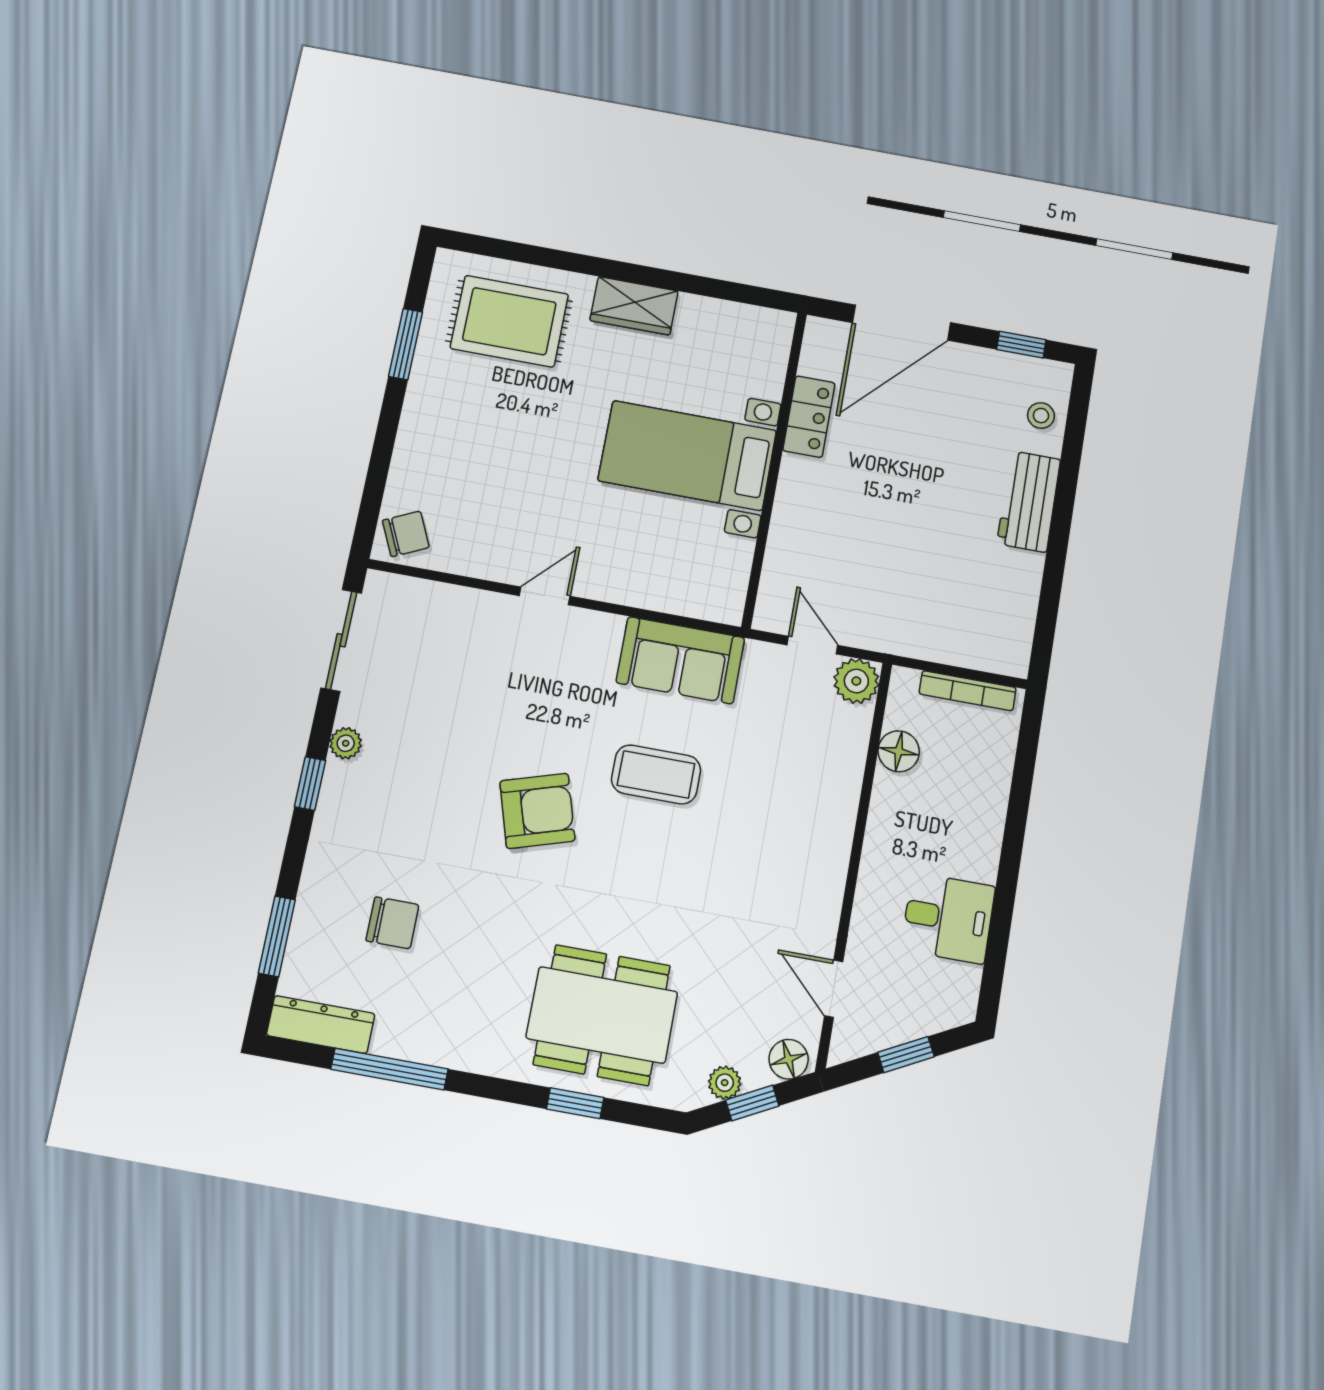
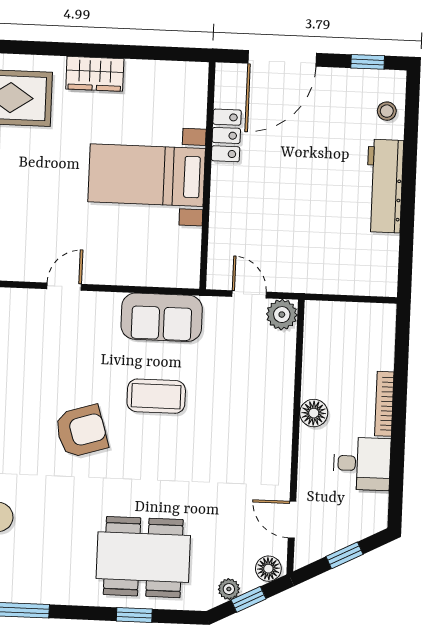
workbench: (1029, 501) -> (384, 186), width x1.38
bookcase: (968, 691) -> (384, 404), moved, turned 90
floor lamp: (899, 751) -> (314, 413), moved

